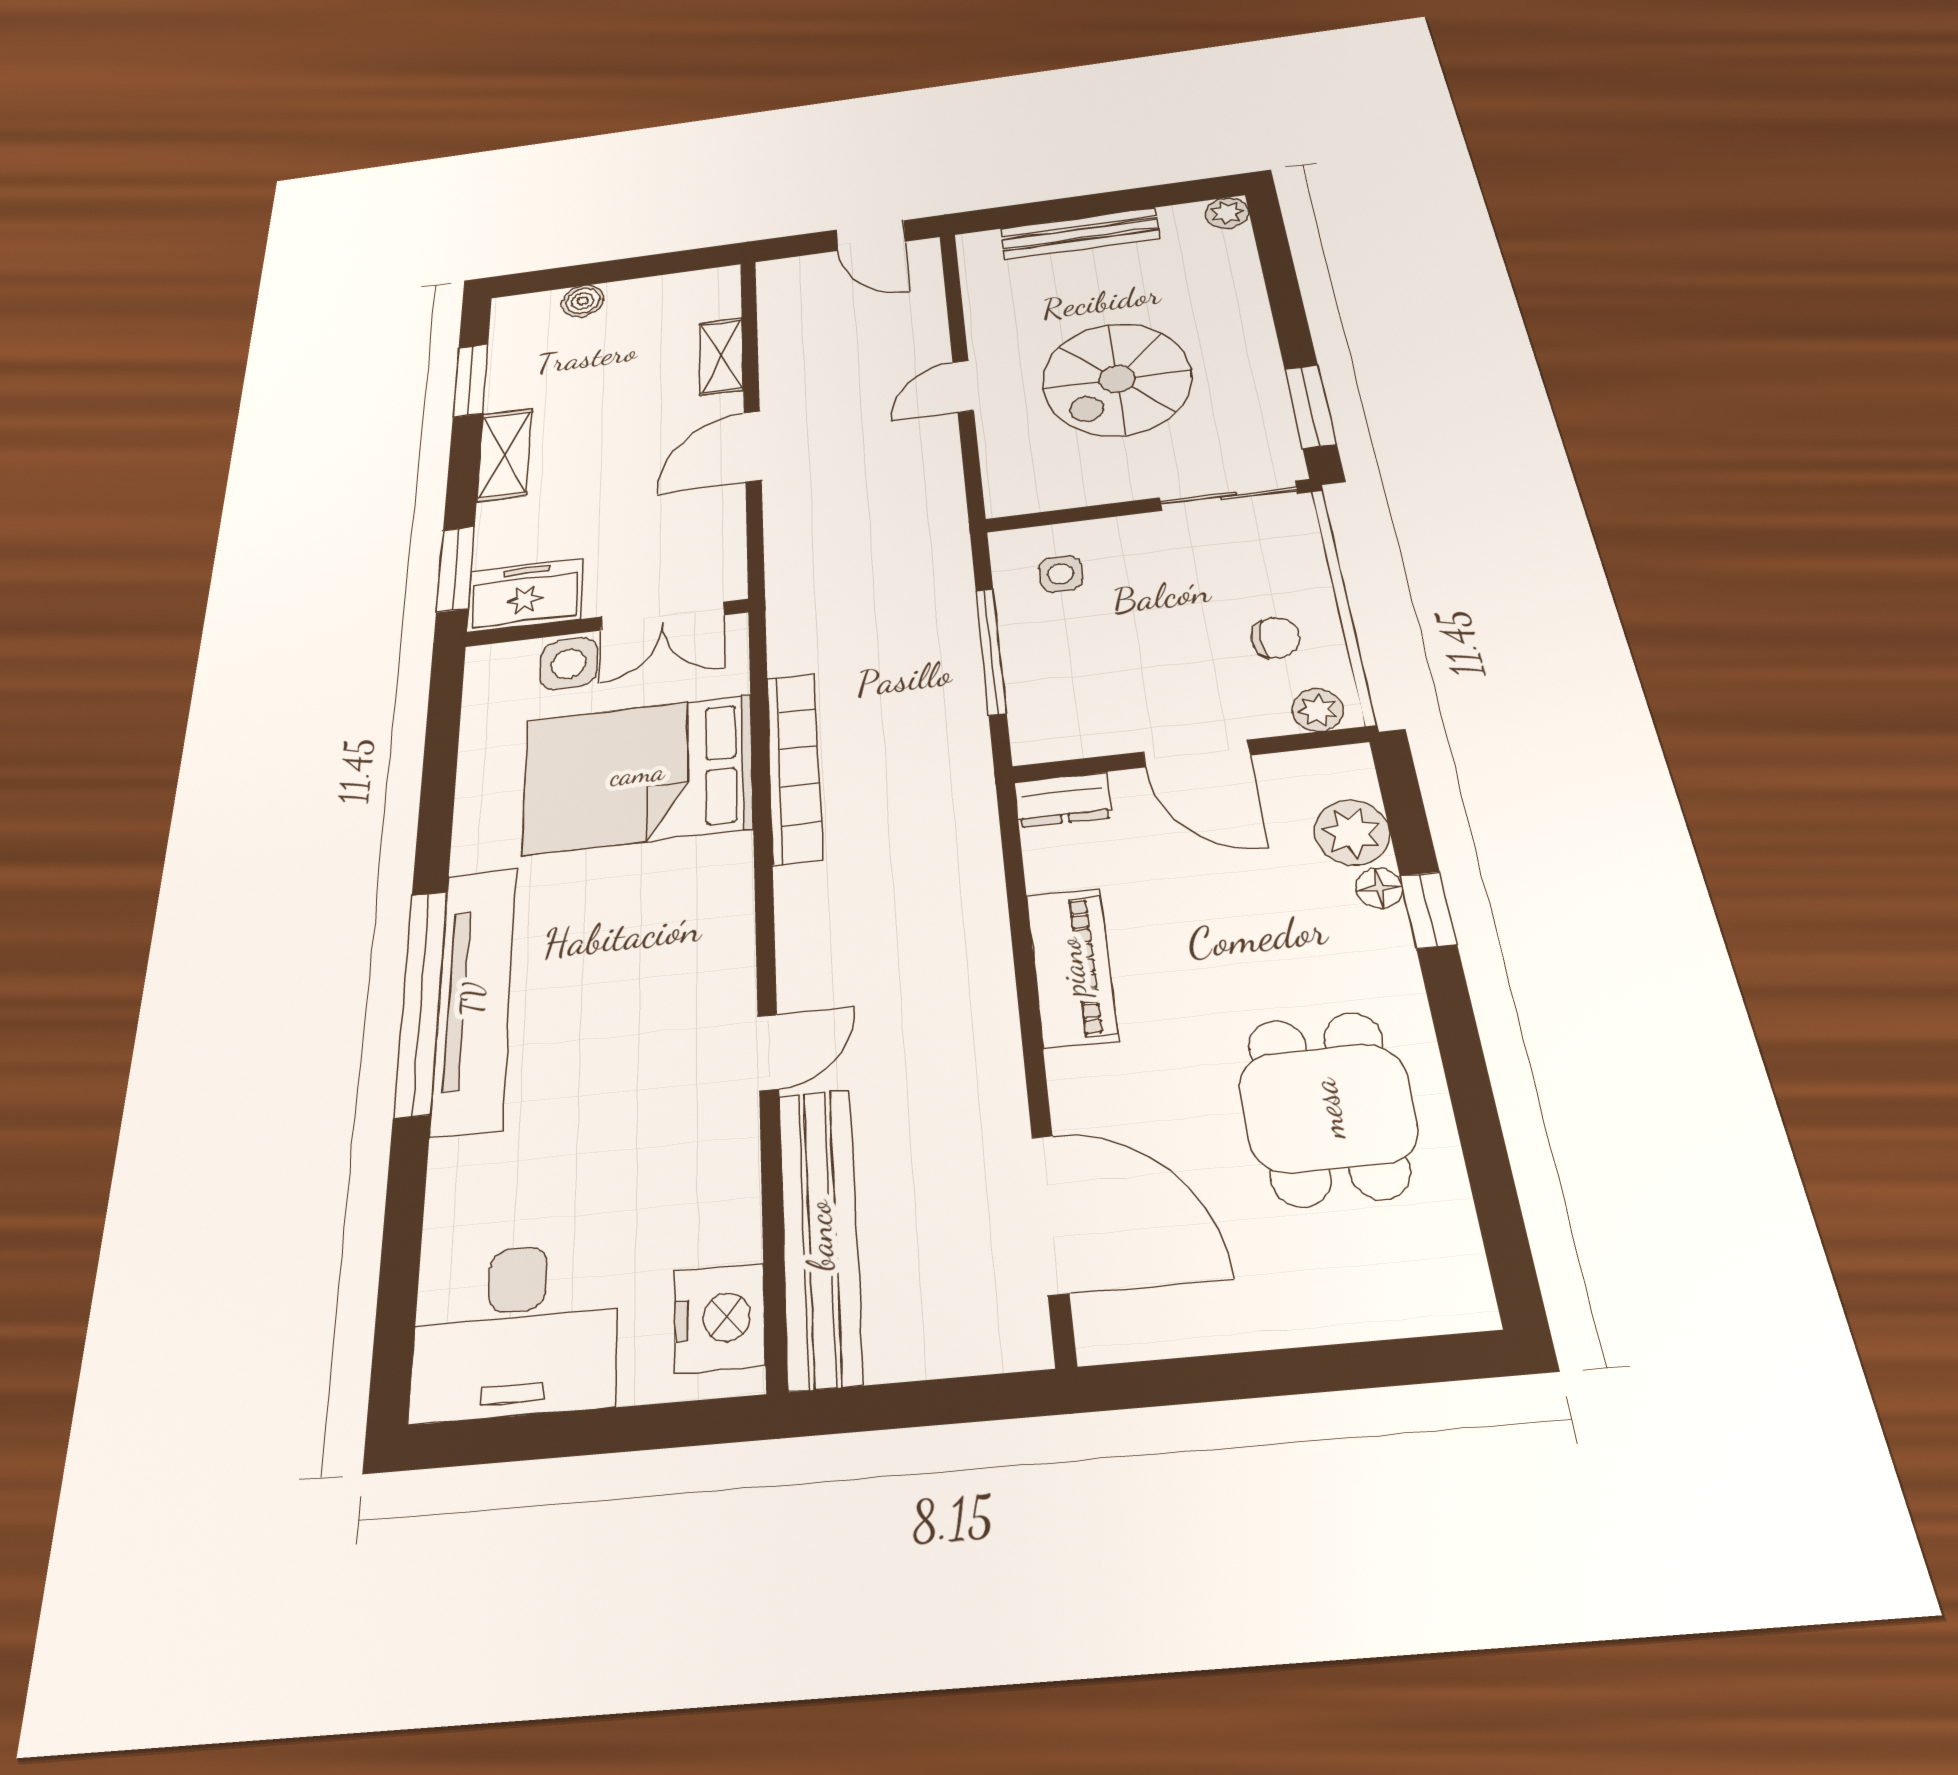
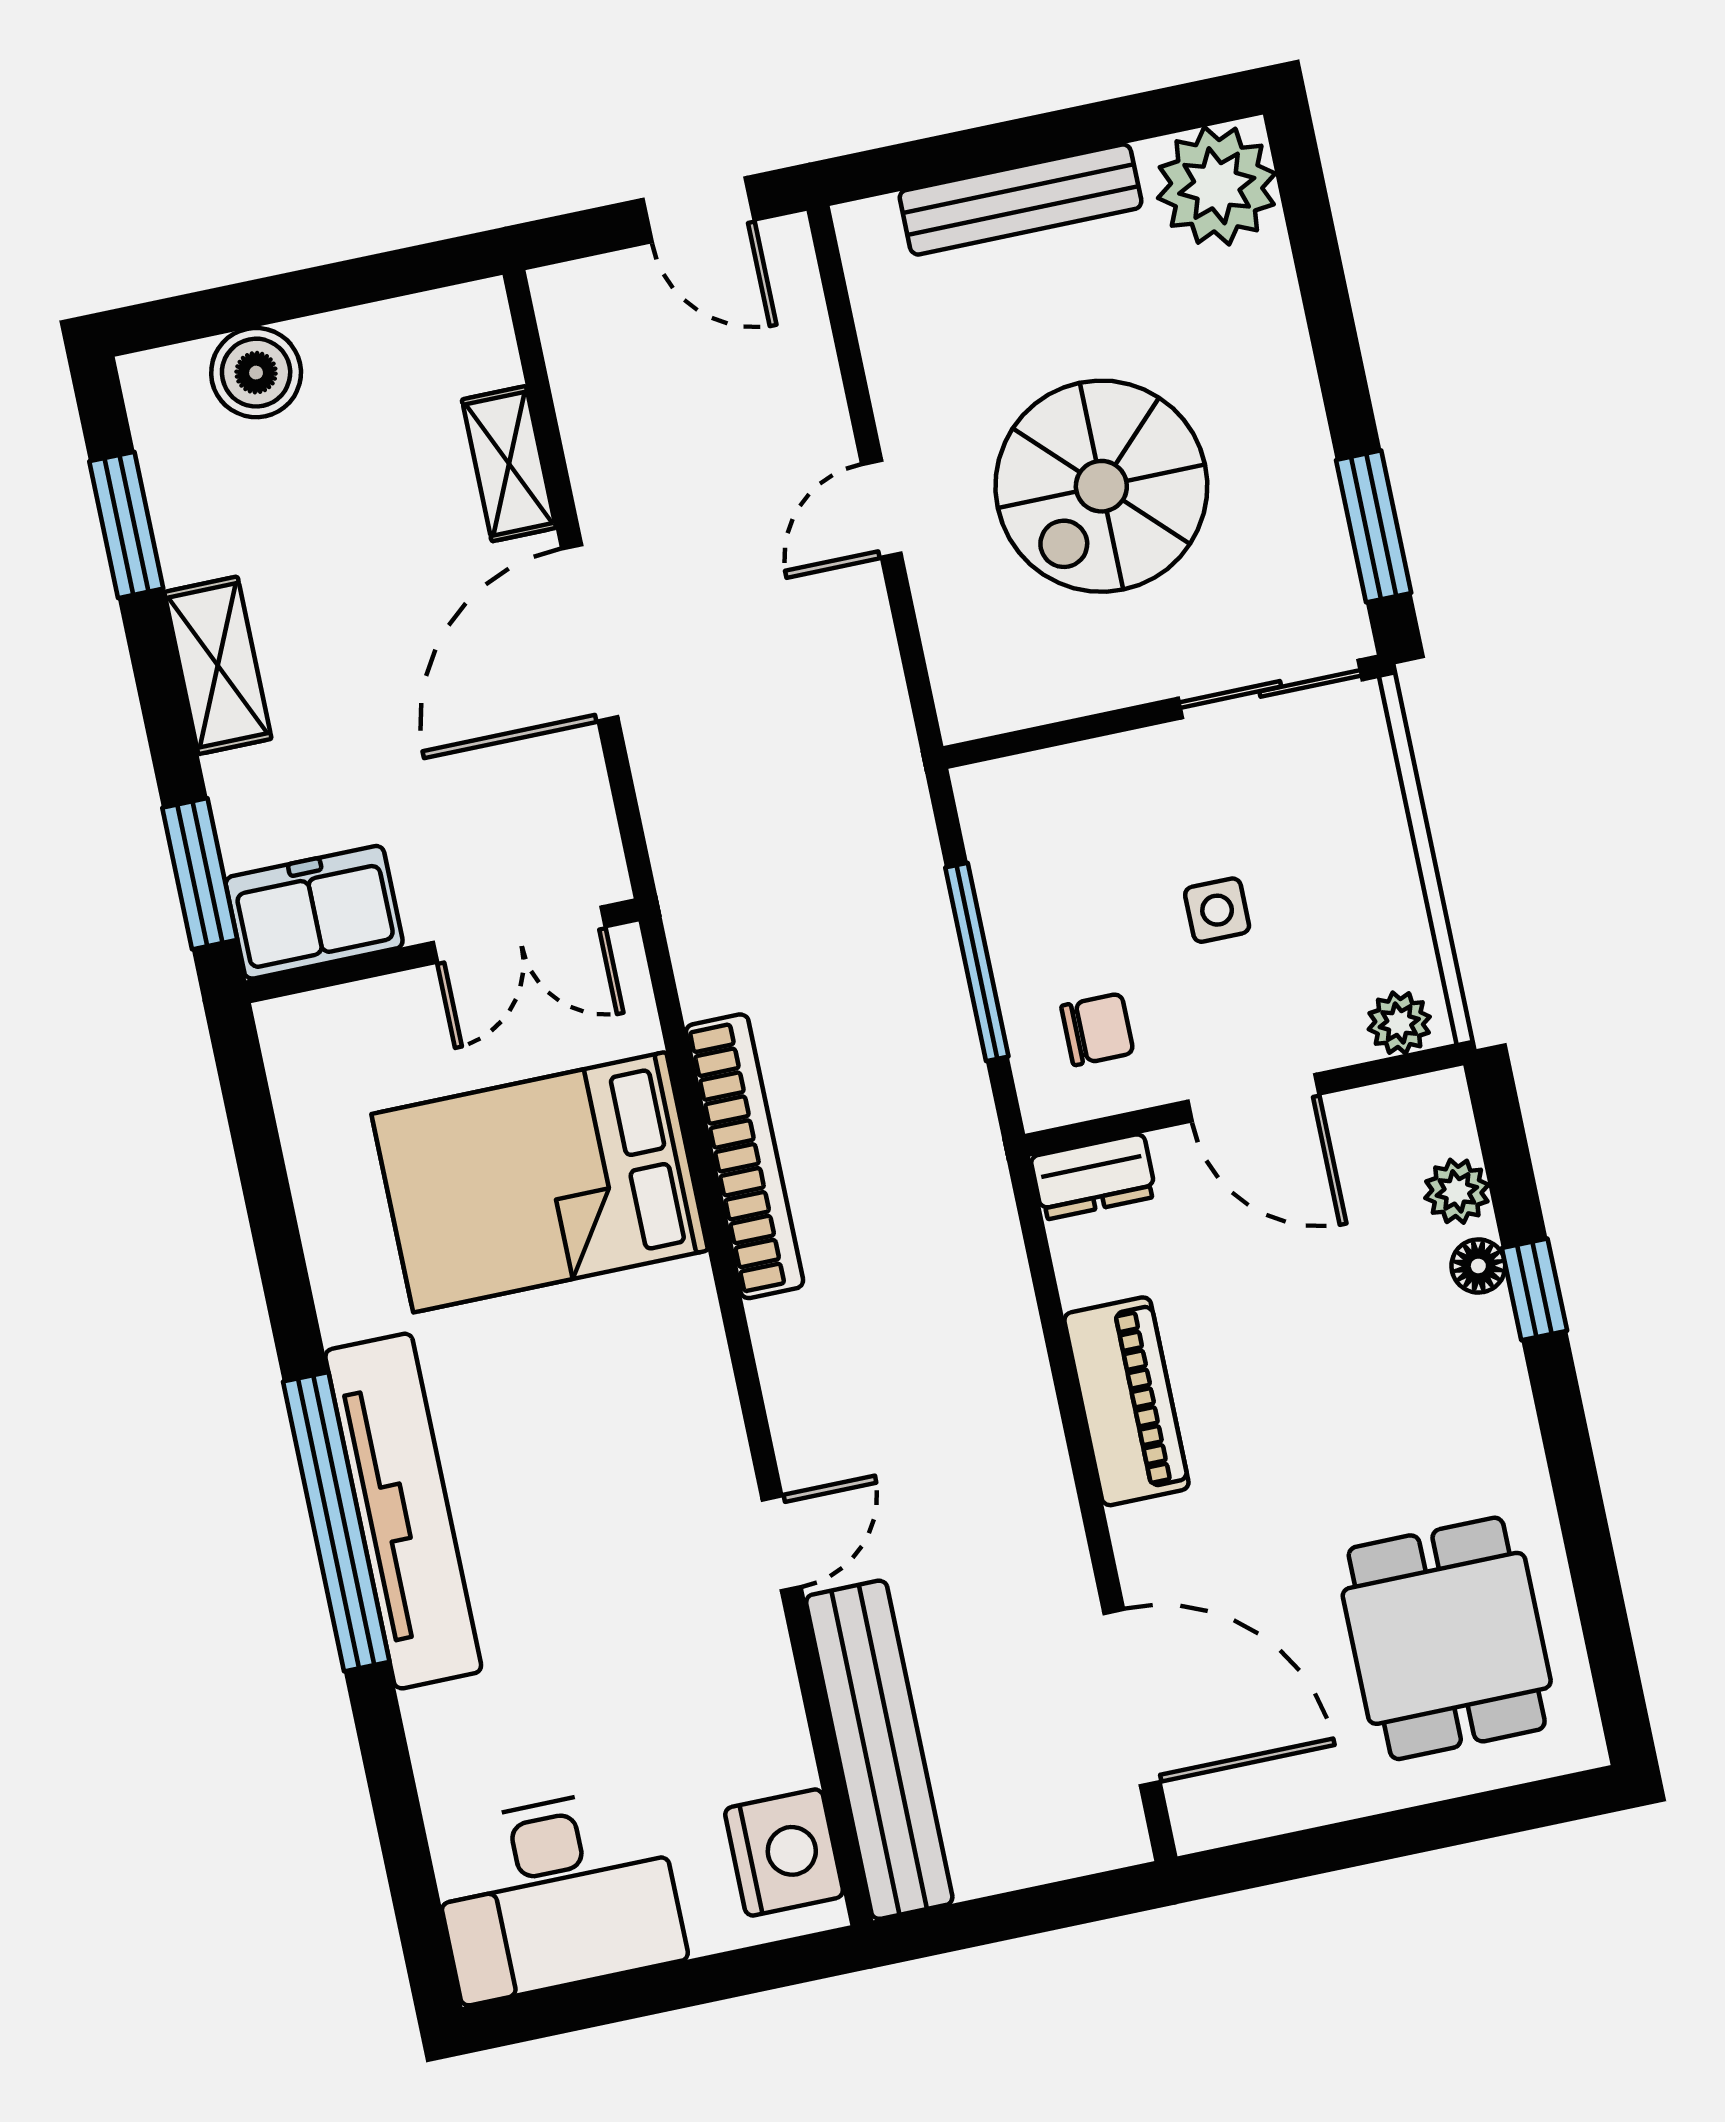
plant: (1227, 213) -> (1217, 186), width x1.88, depth x1.88
boiler: (583, 301) -> (256, 373), width x1.36, depth x1.36
door: (753, 446) -> (590, 633), width x1.36
side table: (1061, 574) -> (1217, 910), moved
chair: (1275, 638) -> (1097, 1029), moved
side table: (569, 664) -> (405, 1020), removed
plant: (1352, 833) -> (1457, 1191), width x0.73, depth x0.73
dining table: (1328, 1108) -> (1447, 1638), moved

